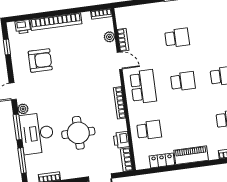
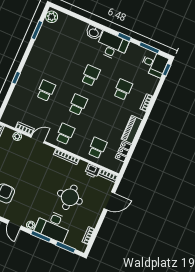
school desk: (143, 87) -> (65, 134), width x0.54

